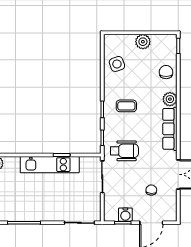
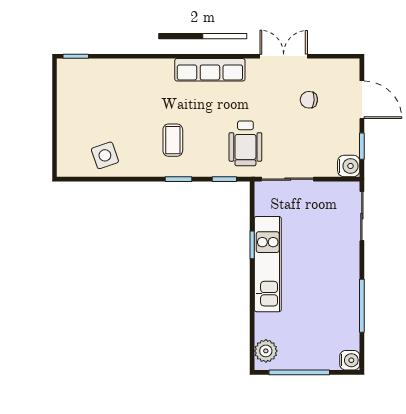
plant: (143, 42) -> (69, 113), removed
chair: (166, 72) -> (118, 76), removed
plant: (170, 99) -> (162, 70), removed
wheelchair: (124, 151) -> (245, 143), turned 180
water cooler: (125, 215) -> (349, 166), moved

